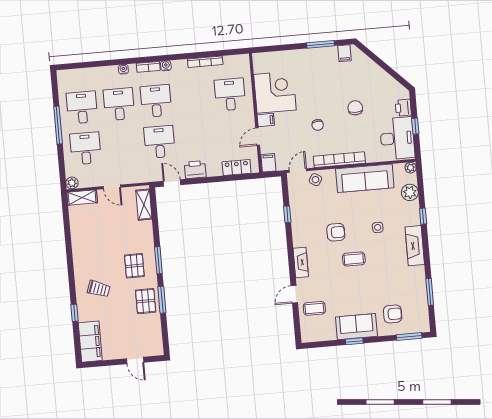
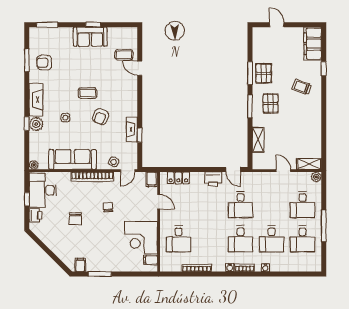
filing cabinet: (266, 120) -> (151, 260), moved
door: (258, 137) -> (159, 202), hinge flipped
plant: (410, 192) -> (36, 124), moved
shelving: (144, 205) -> (258, 140), moved
armchair: (336, 232) -> (101, 117), turned -69
fireplace: (301, 262) -> (132, 129), moved
door: (294, 294) -> (140, 68), swing flipped
armchair: (393, 314) -> (44, 63), moved

